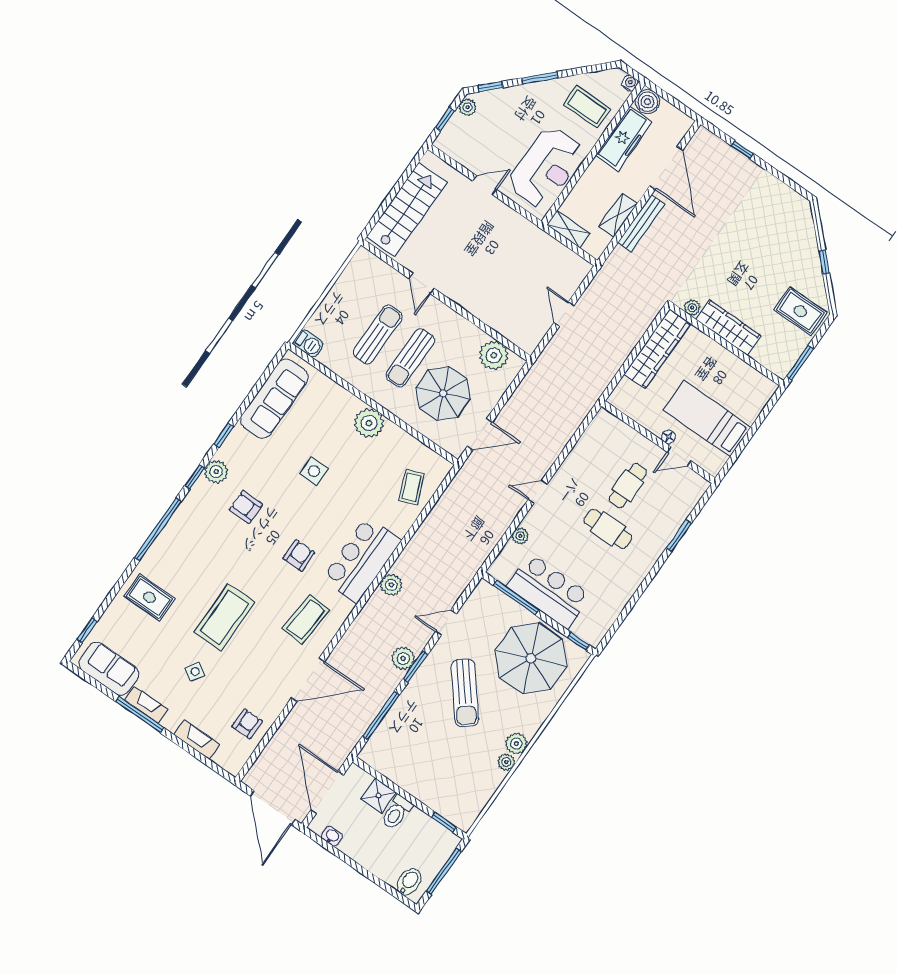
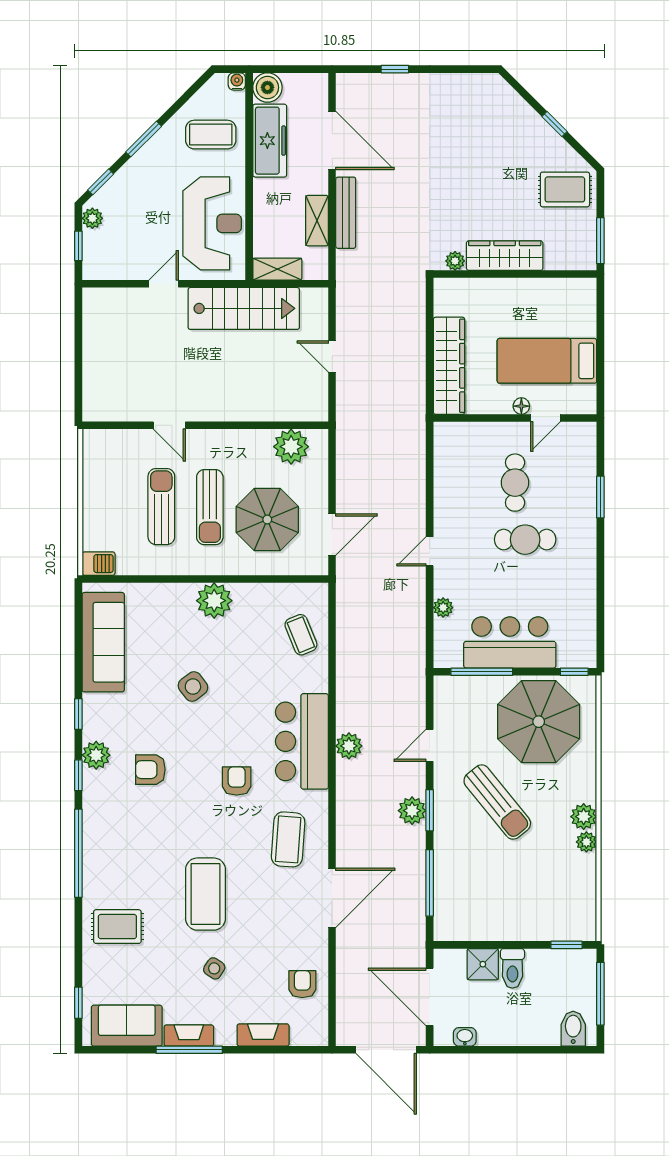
stairs: (407, 210) -> (244, 308), moved, turned 90
wardrobe: (657, 349) -> (449, 366), moved
side table: (314, 471) -> (193, 687), turned -37

